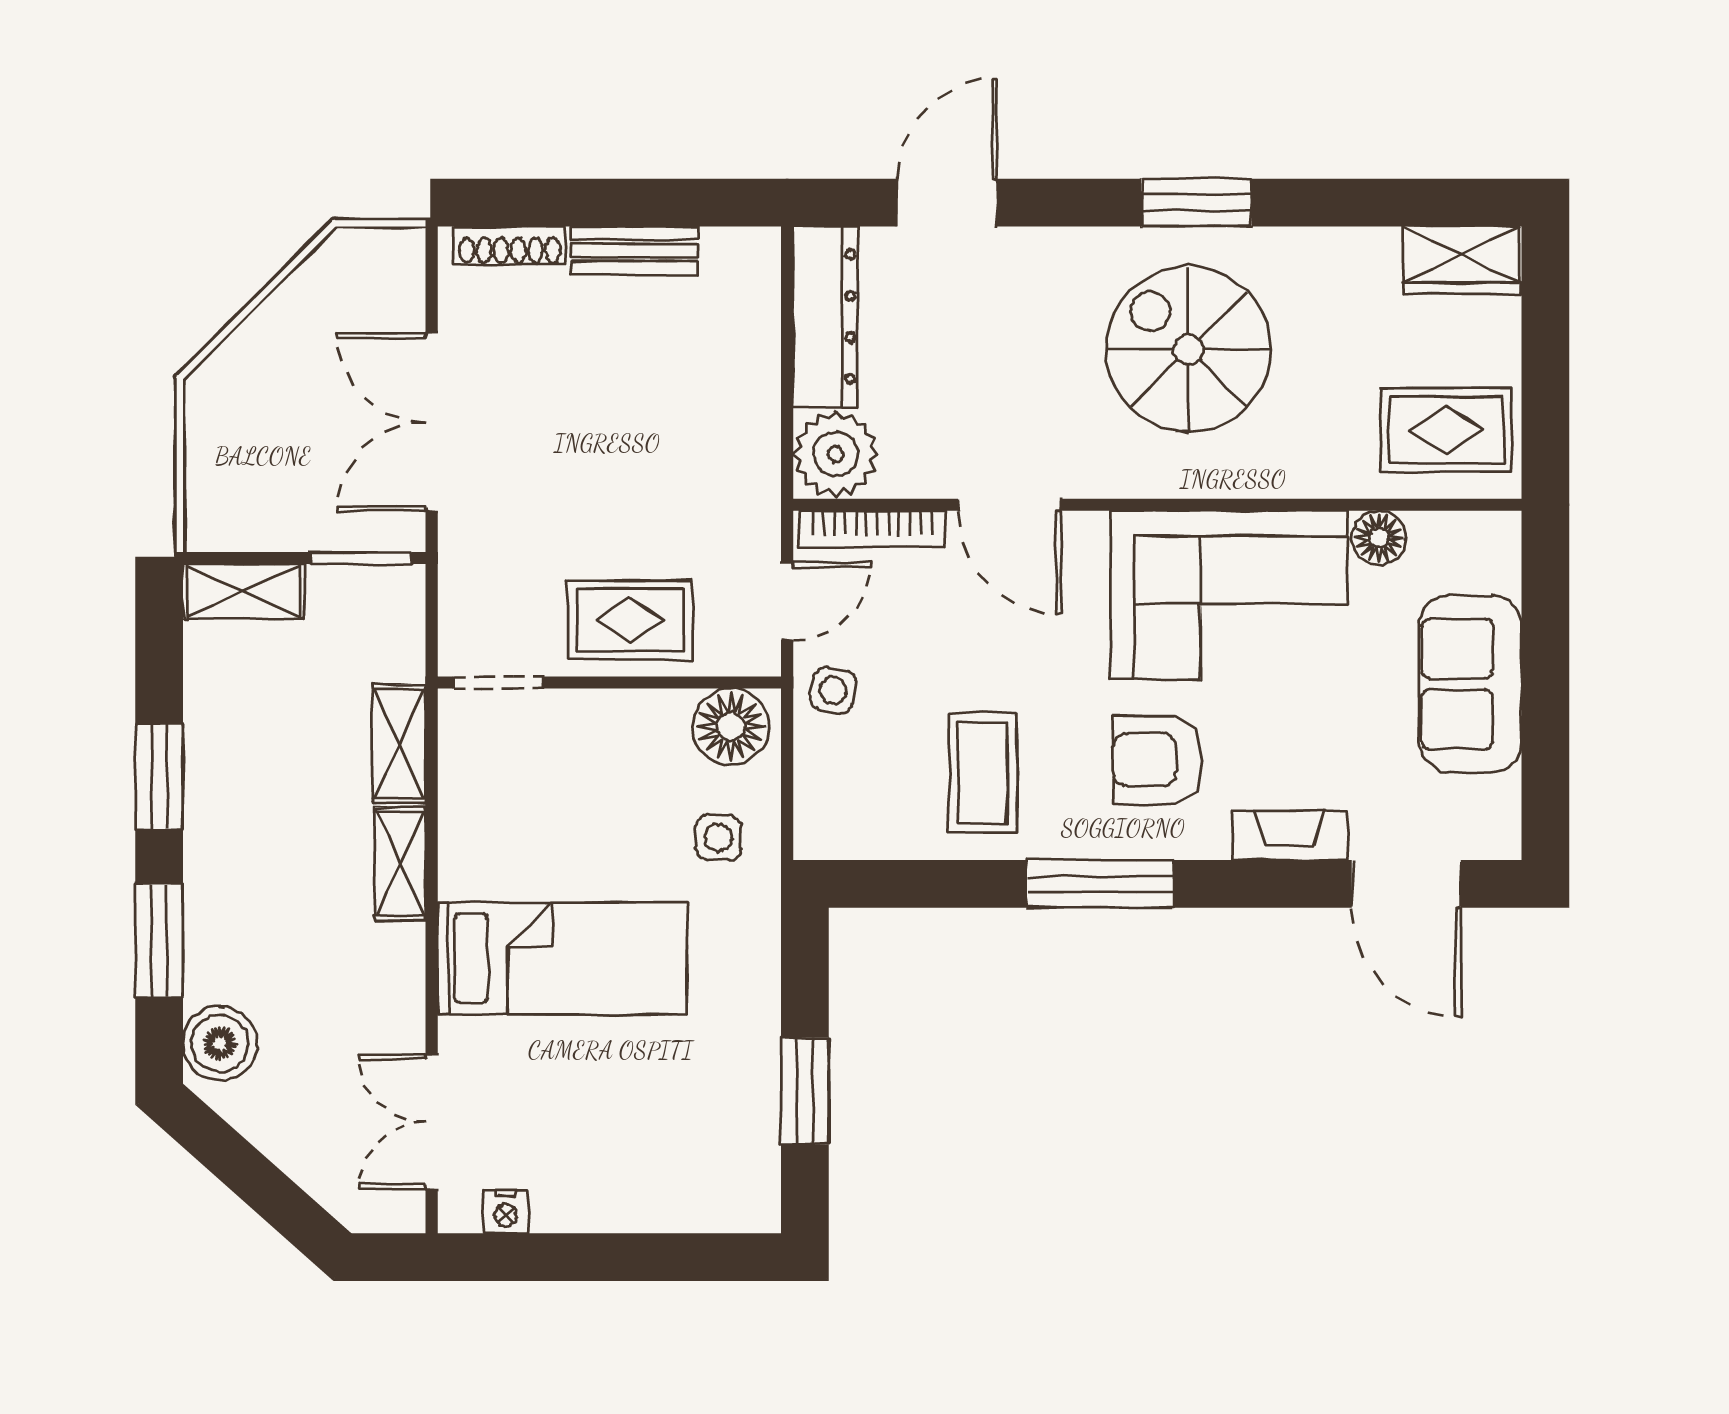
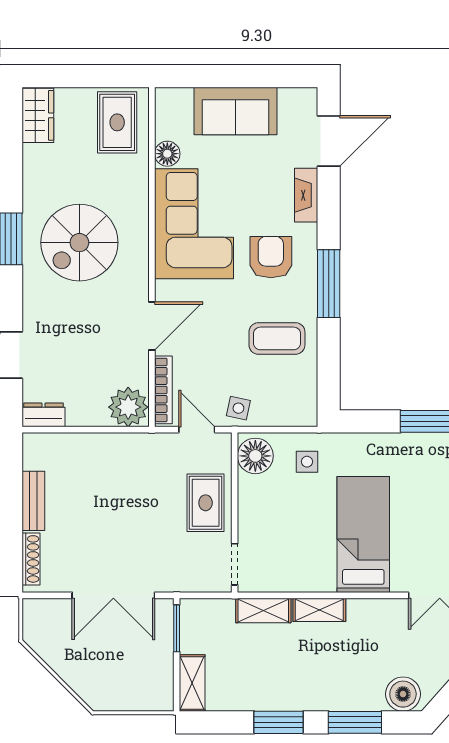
dresser: (825, 317) -> (43, 415), width x0.51, depth x0.80
armchair: (1157, 760) -> (271, 257), turned 180

